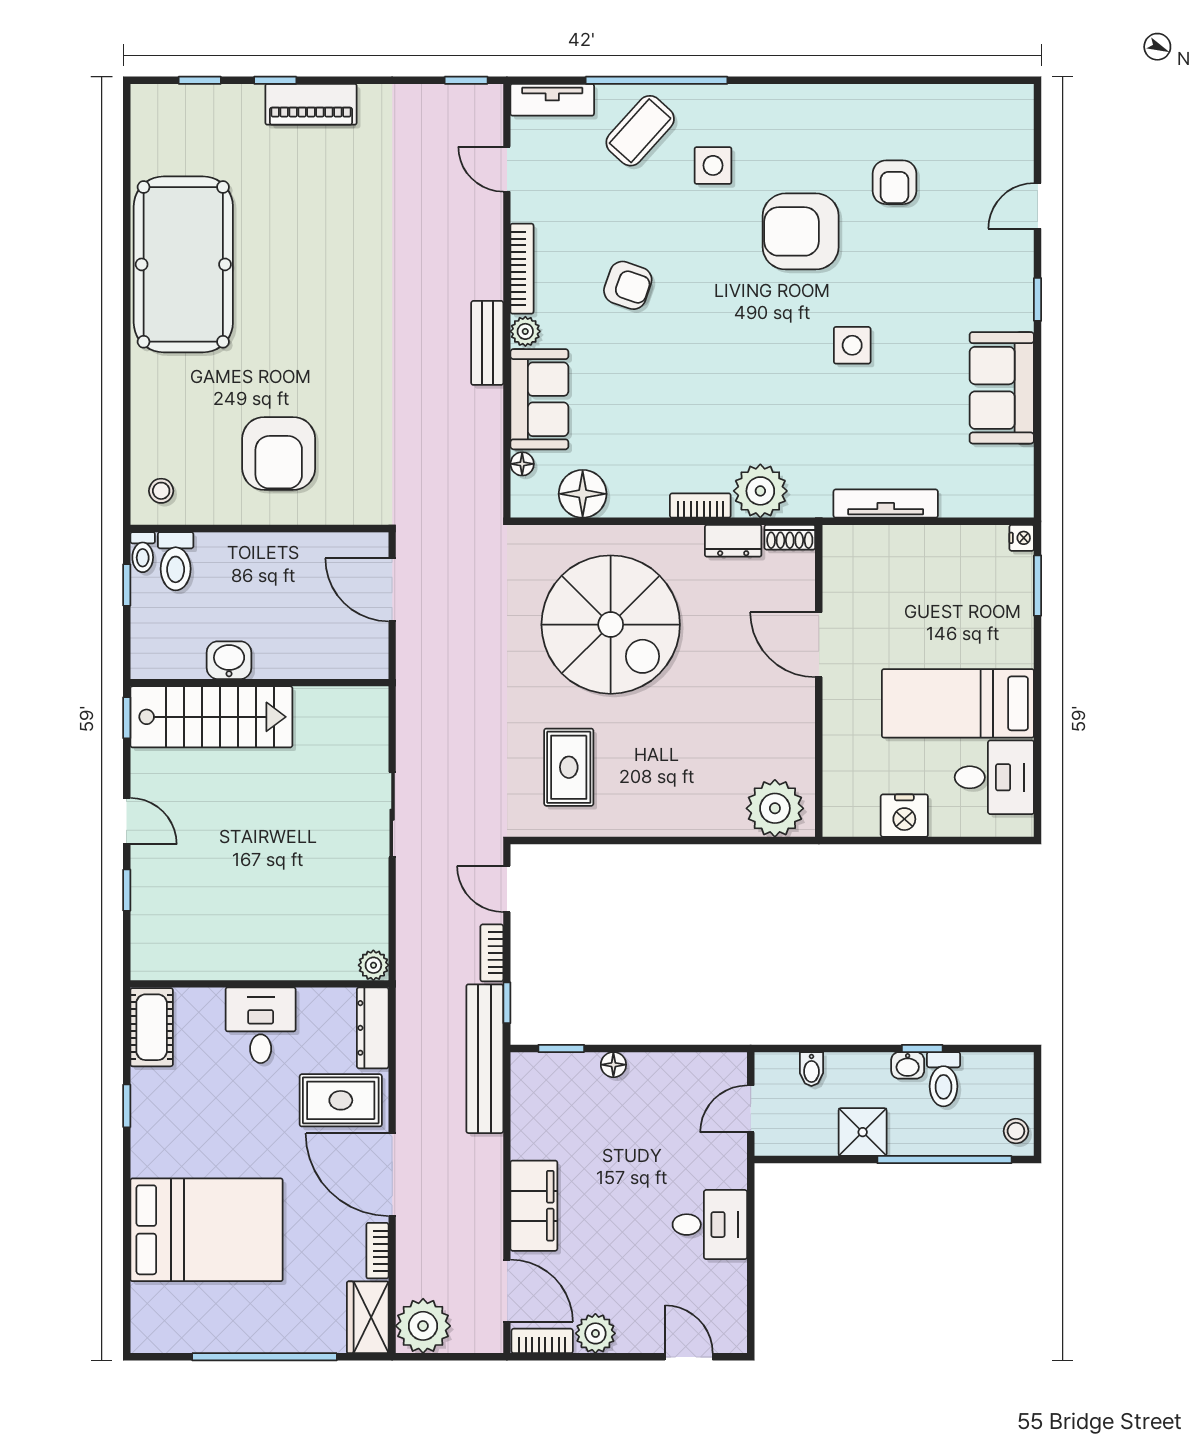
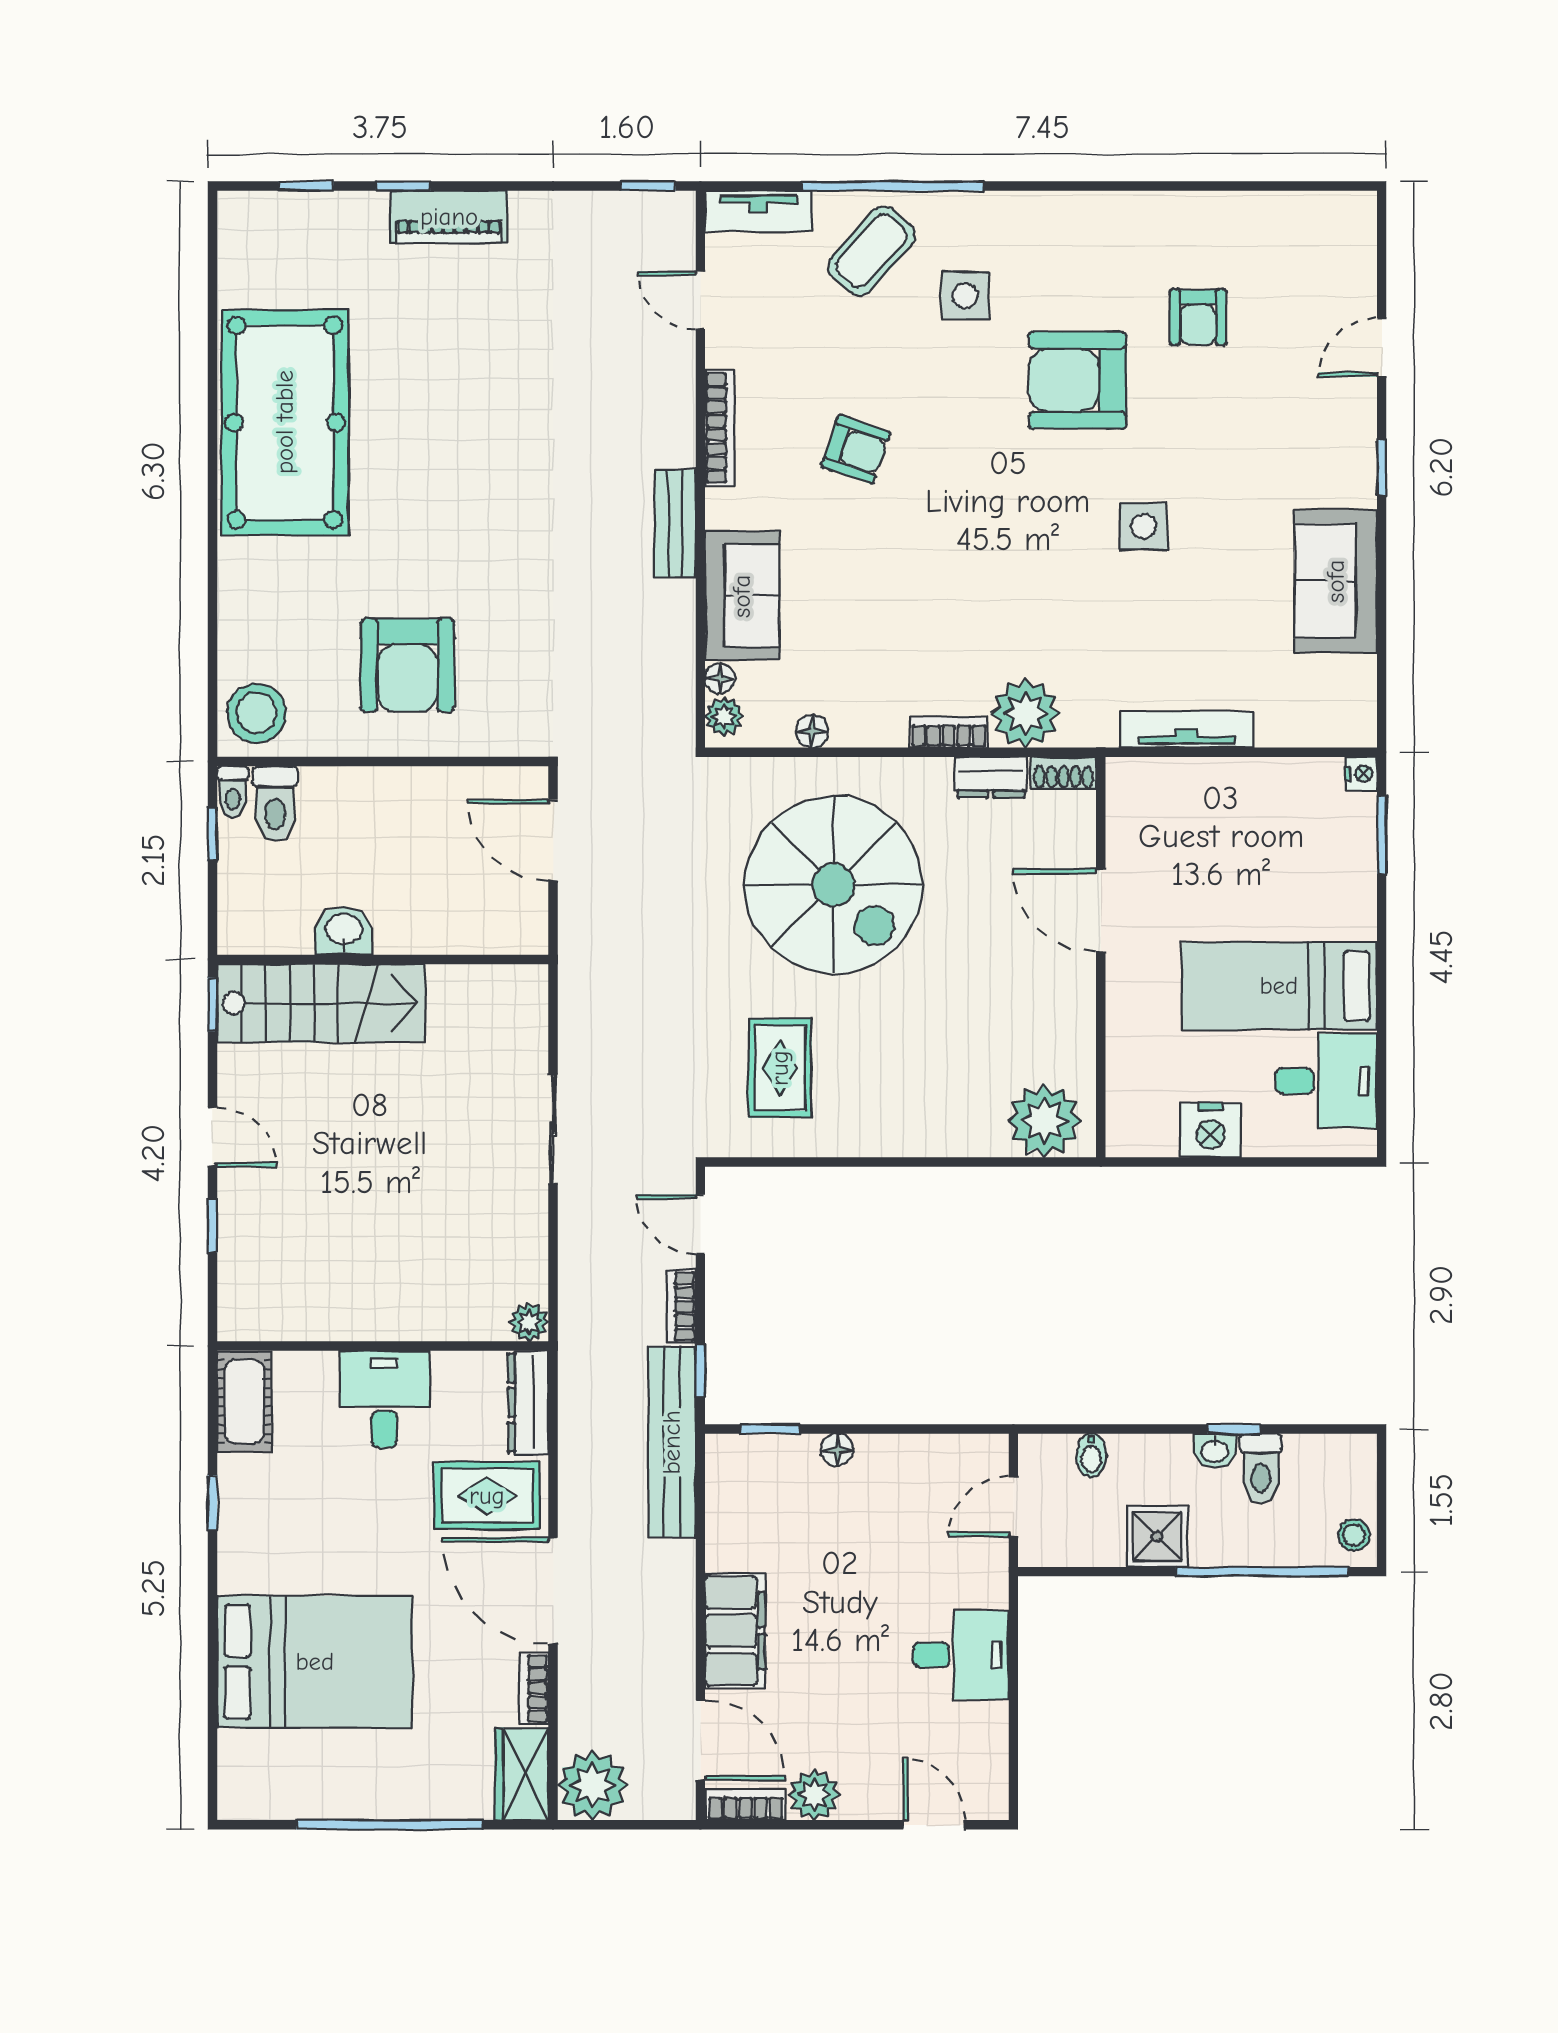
plant: (525, 331) -> (724, 716), moved
stool: (161, 491) -> (257, 713), width x1.89, depth x1.89
floor lamp: (583, 494) -> (812, 731), width x0.53, depth x0.53

